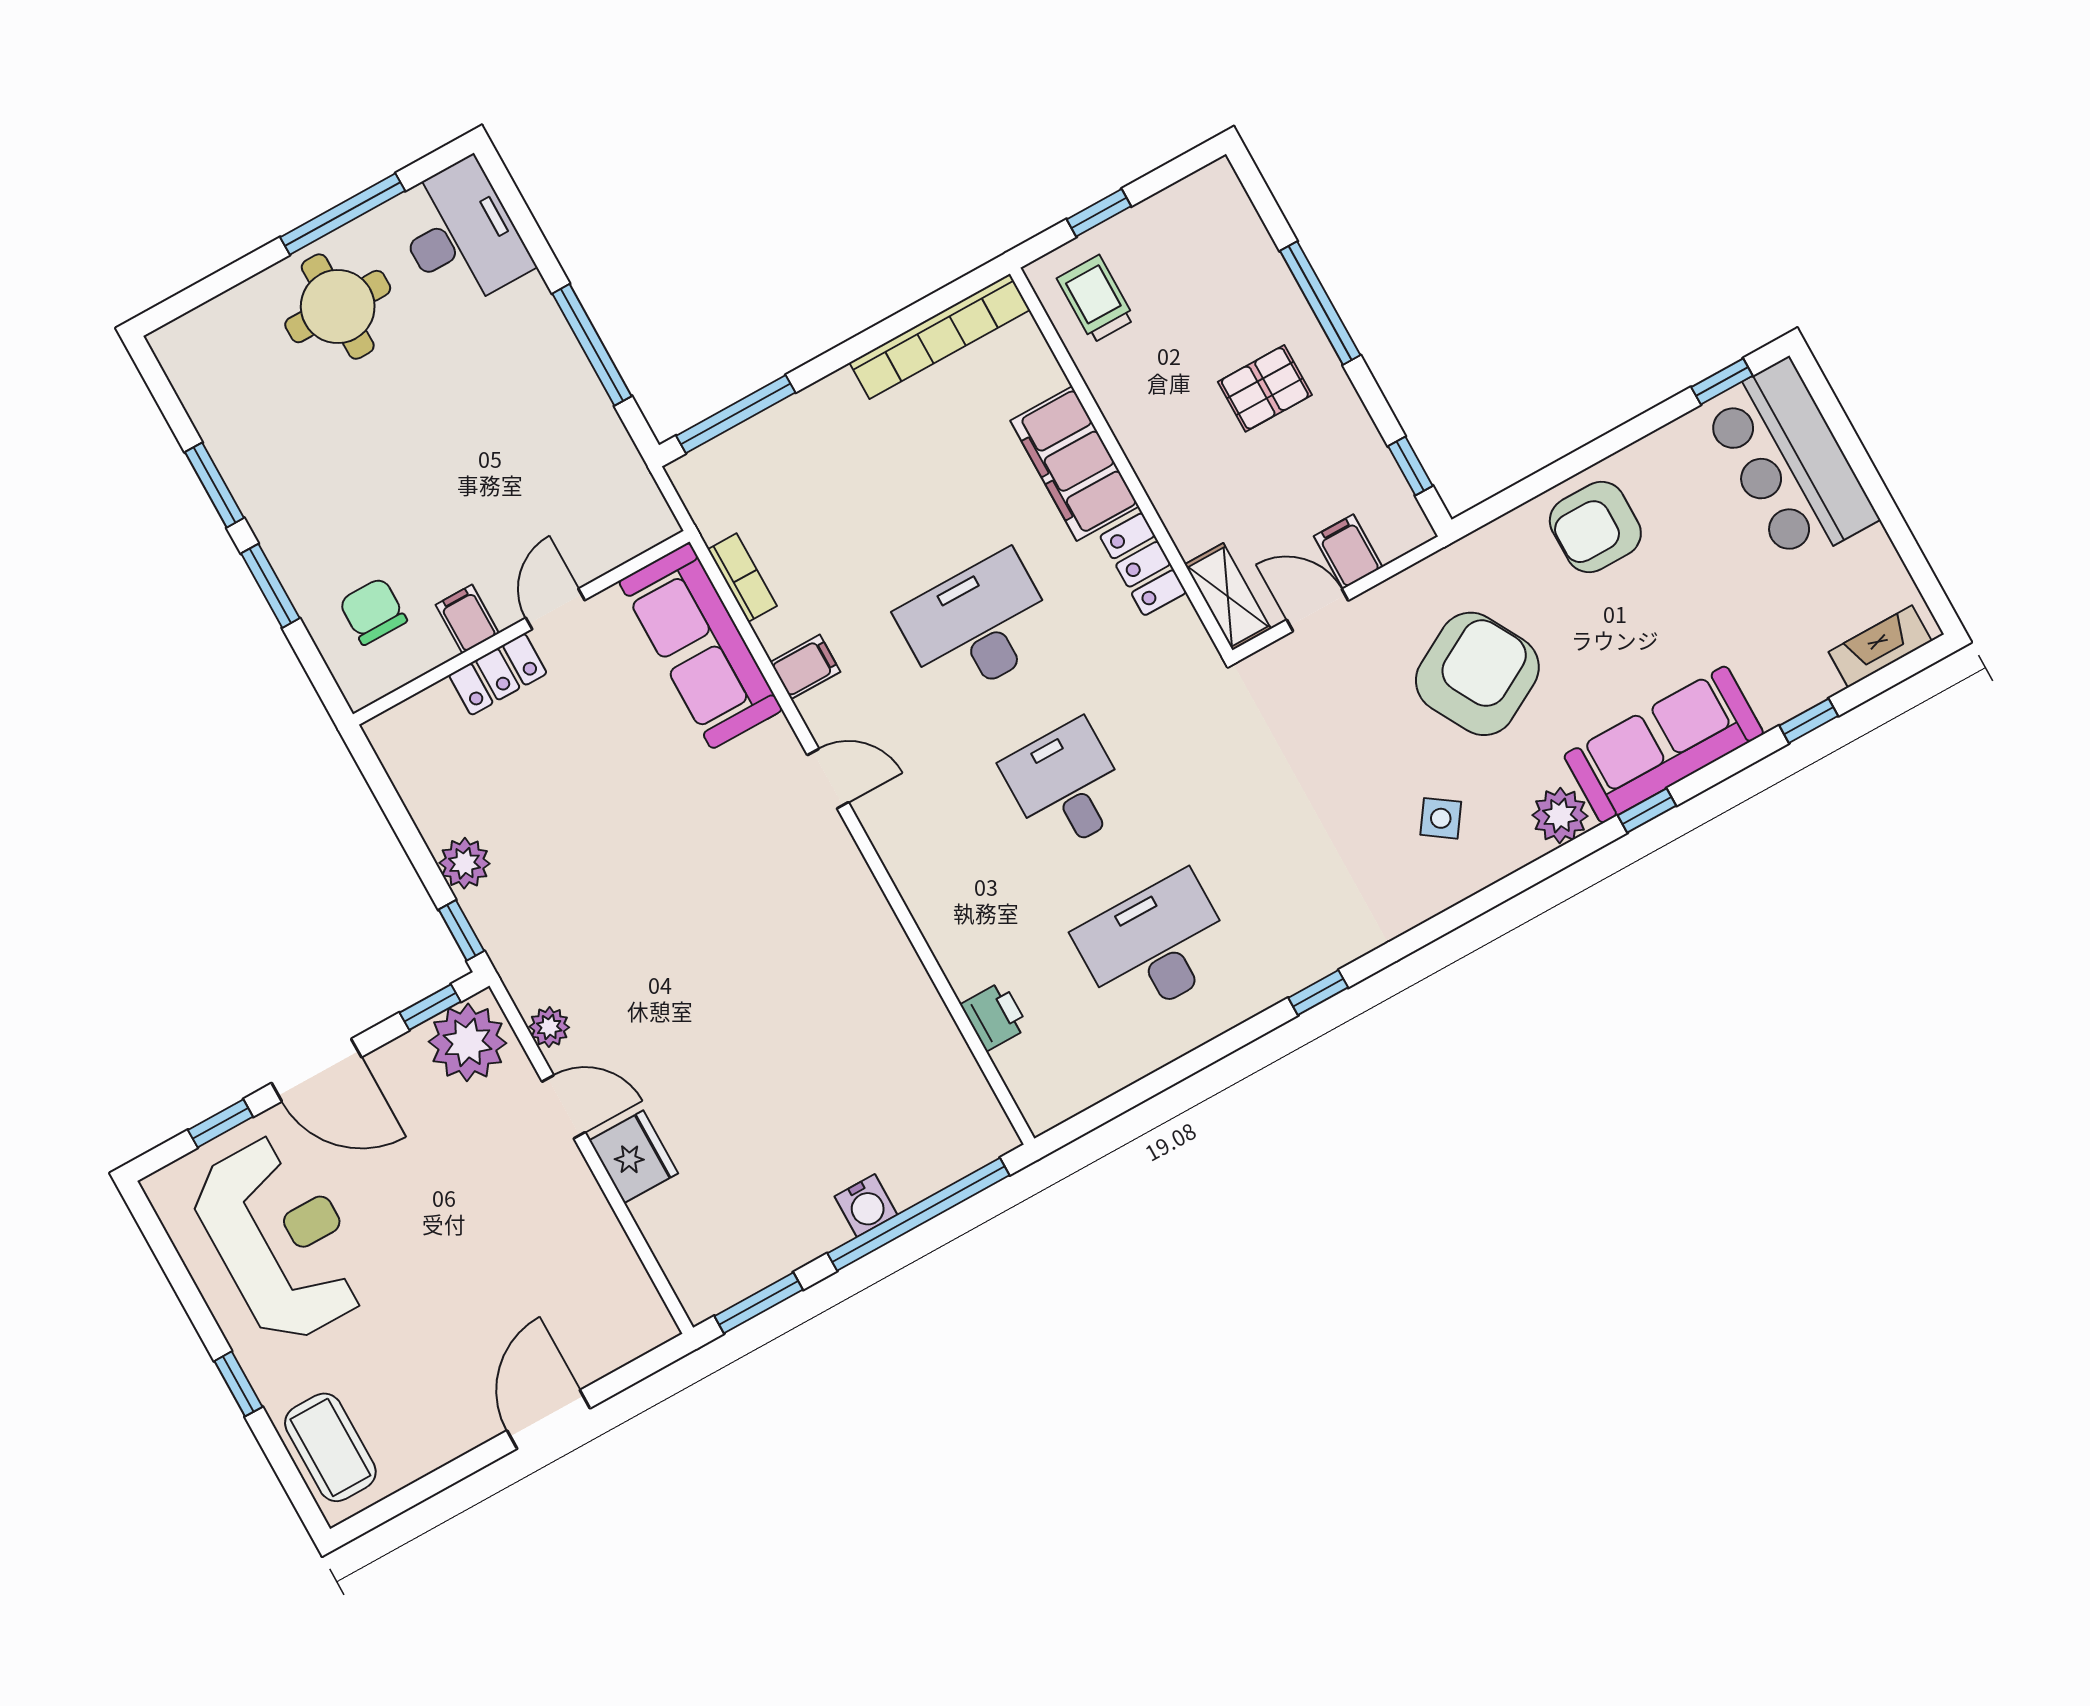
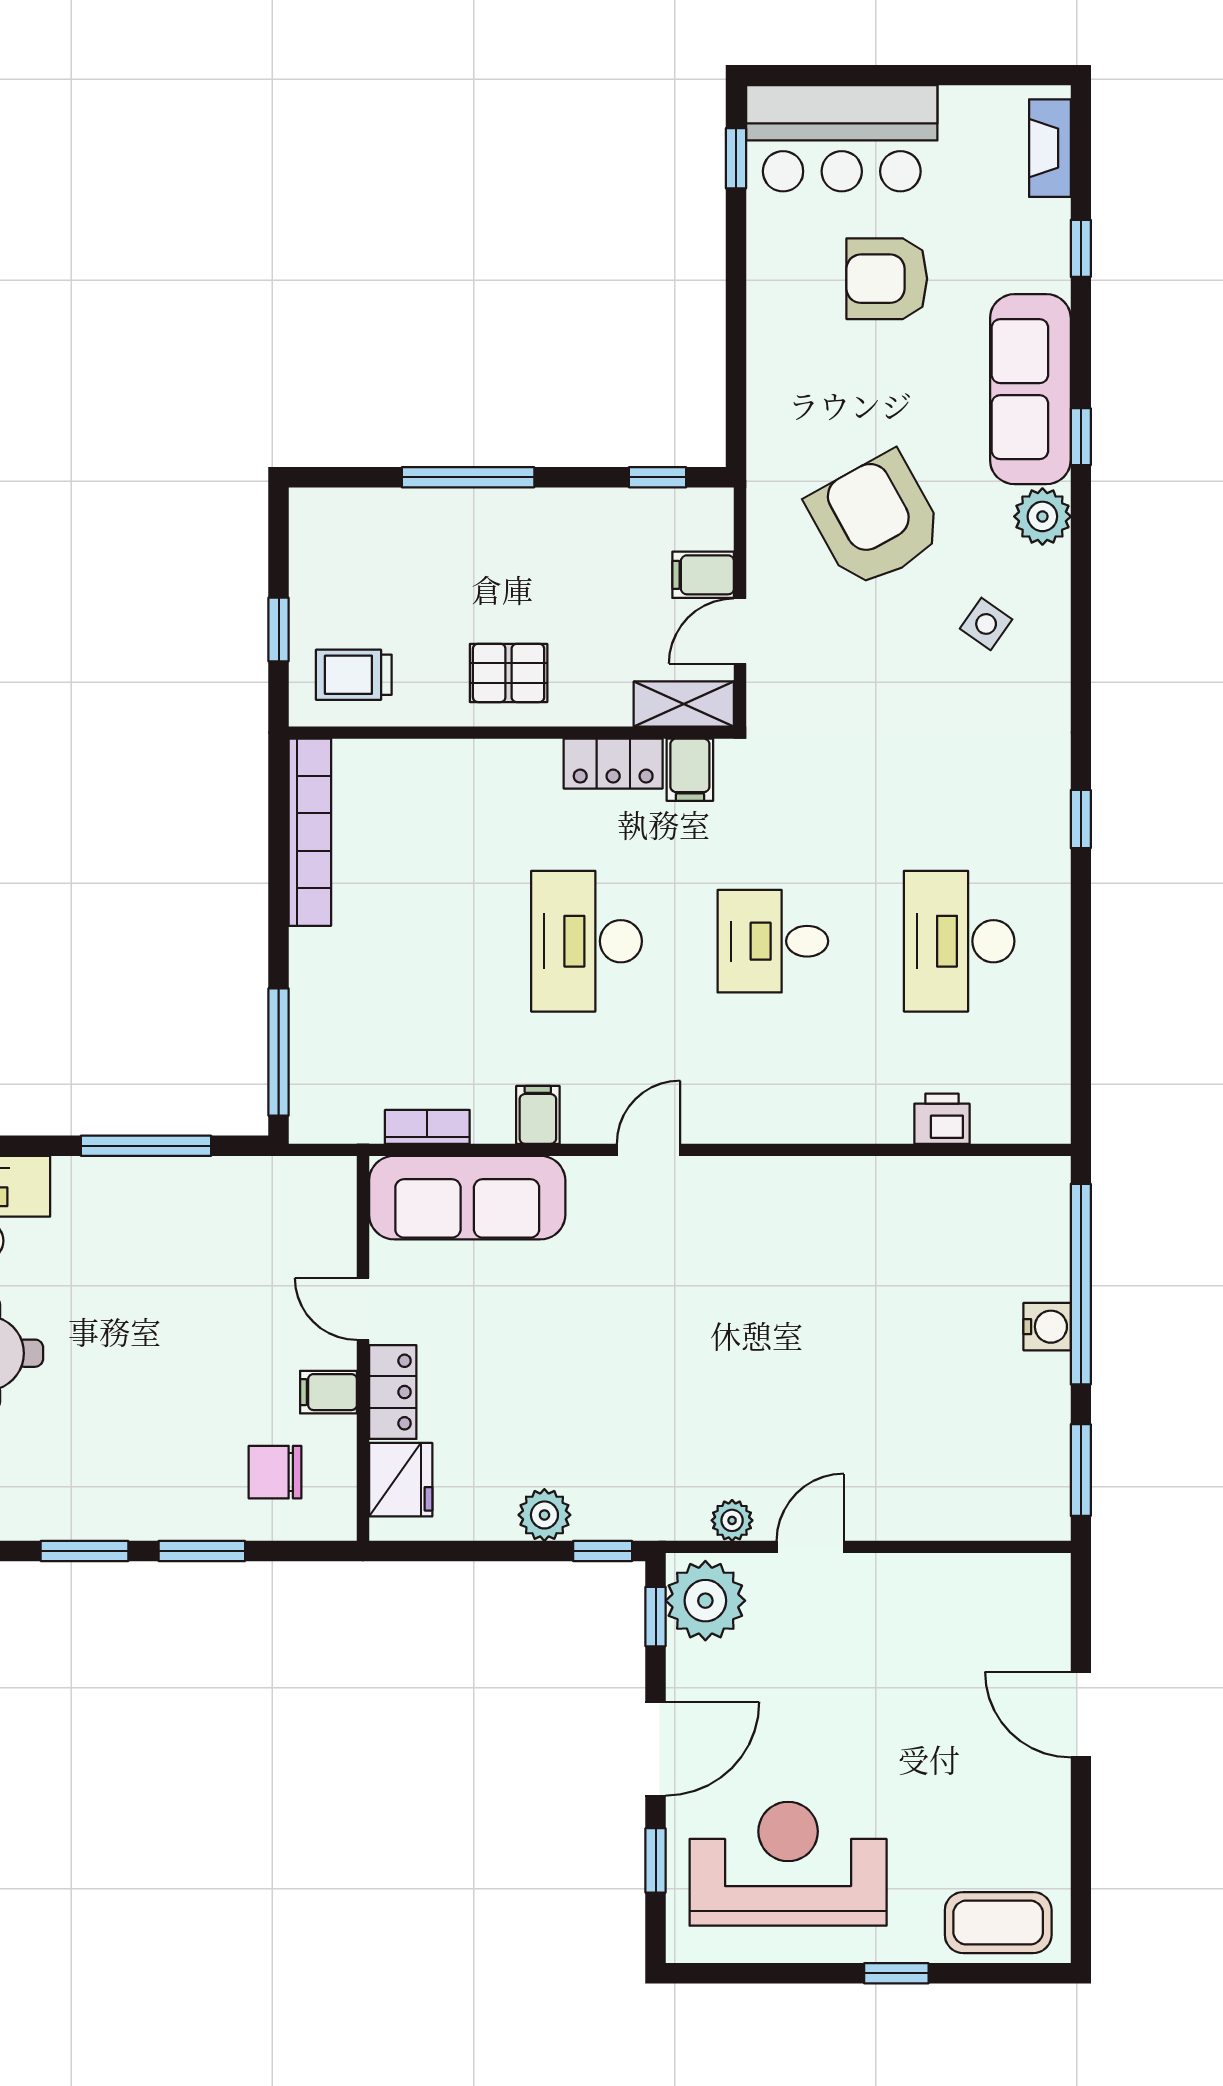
pallet: (1265, 388) -> (509, 673), moved, turned 90
filing cabinet: (1075, 464) -> (690, 770), moved, width x0.33, depth x0.86
armchair: (1595, 527) -> (887, 279), moved, turned 90
fridge: (634, 1157) -> (401, 1480), moved, turned 90

